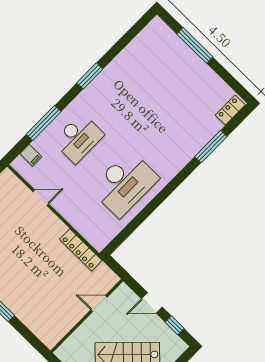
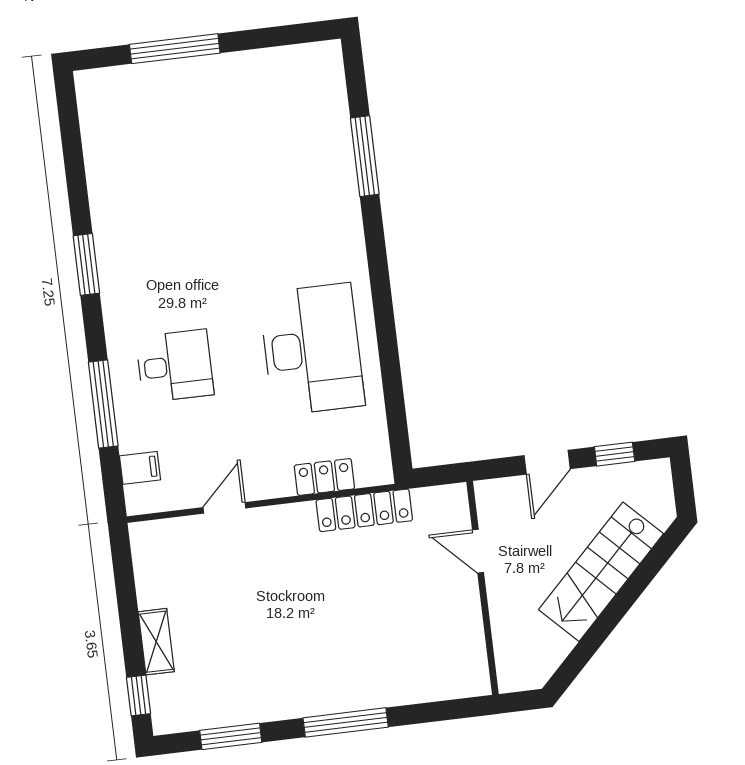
locker: (230, 110) -> (324, 477), moved, turned 90
desk: (78, 138) -> (175, 366), width x0.73
door: (99, 303) -> (478, 551), hinge flipped

